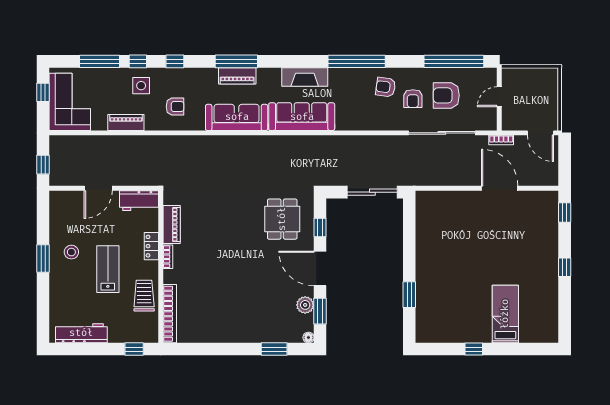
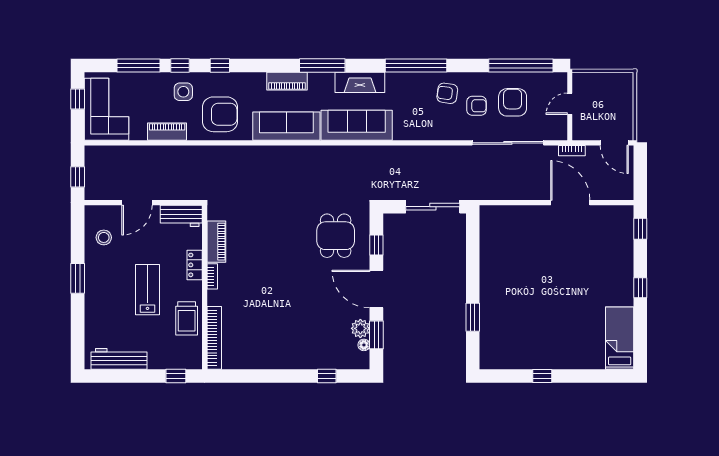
window: (236, 61) -> (322, 66), moved
armchair: (446, 95) -> (513, 102), turned 90
armchair: (413, 99) -> (477, 106), turned -90
armchair: (175, 107) -> (220, 114), width x1.88, depth x1.88
stool: (71, 252) -> (104, 237), moved
trolley: (144, 296) -> (187, 318), turned 180
bed: (505, 314) -> (620, 338), moved
floor lamp: (308, 337) -> (364, 345), moved
window: (274, 349) -> (327, 376), width x0.67

